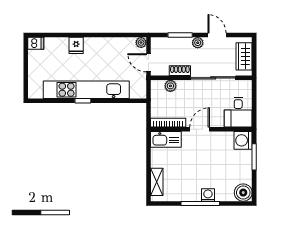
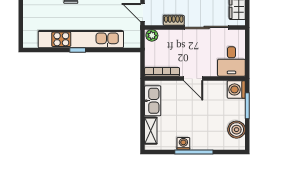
plant: (170, 86) -> (152, 35), moved
door: (200, 129) -> (193, 78), swing flipped
kitchen sink: (166, 139) -> (153, 101), moved, turned -90
boiler: (243, 193) -> (237, 130), moved
washing machine: (208, 195) -> (183, 144), moved

